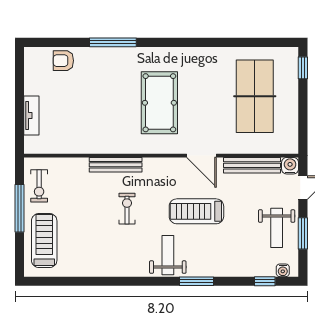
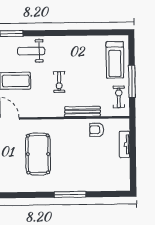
armchair: (63, 61) -> (97, 130), moved, turned 180
bench: (116, 165) -> (82, 112), moved
weight bench: (168, 255) -> (31, 51), turned 90

